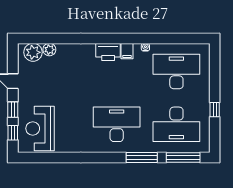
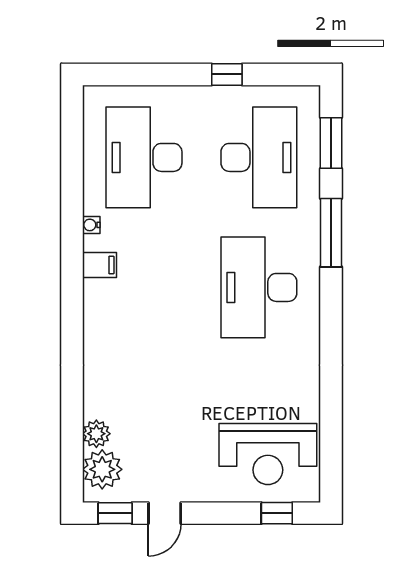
printer: (108, 52) -> (101, 306), removed
window: (13, 110) -> (115, 513), moved
window: (183, 158) -> (331, 143), width x0.69

